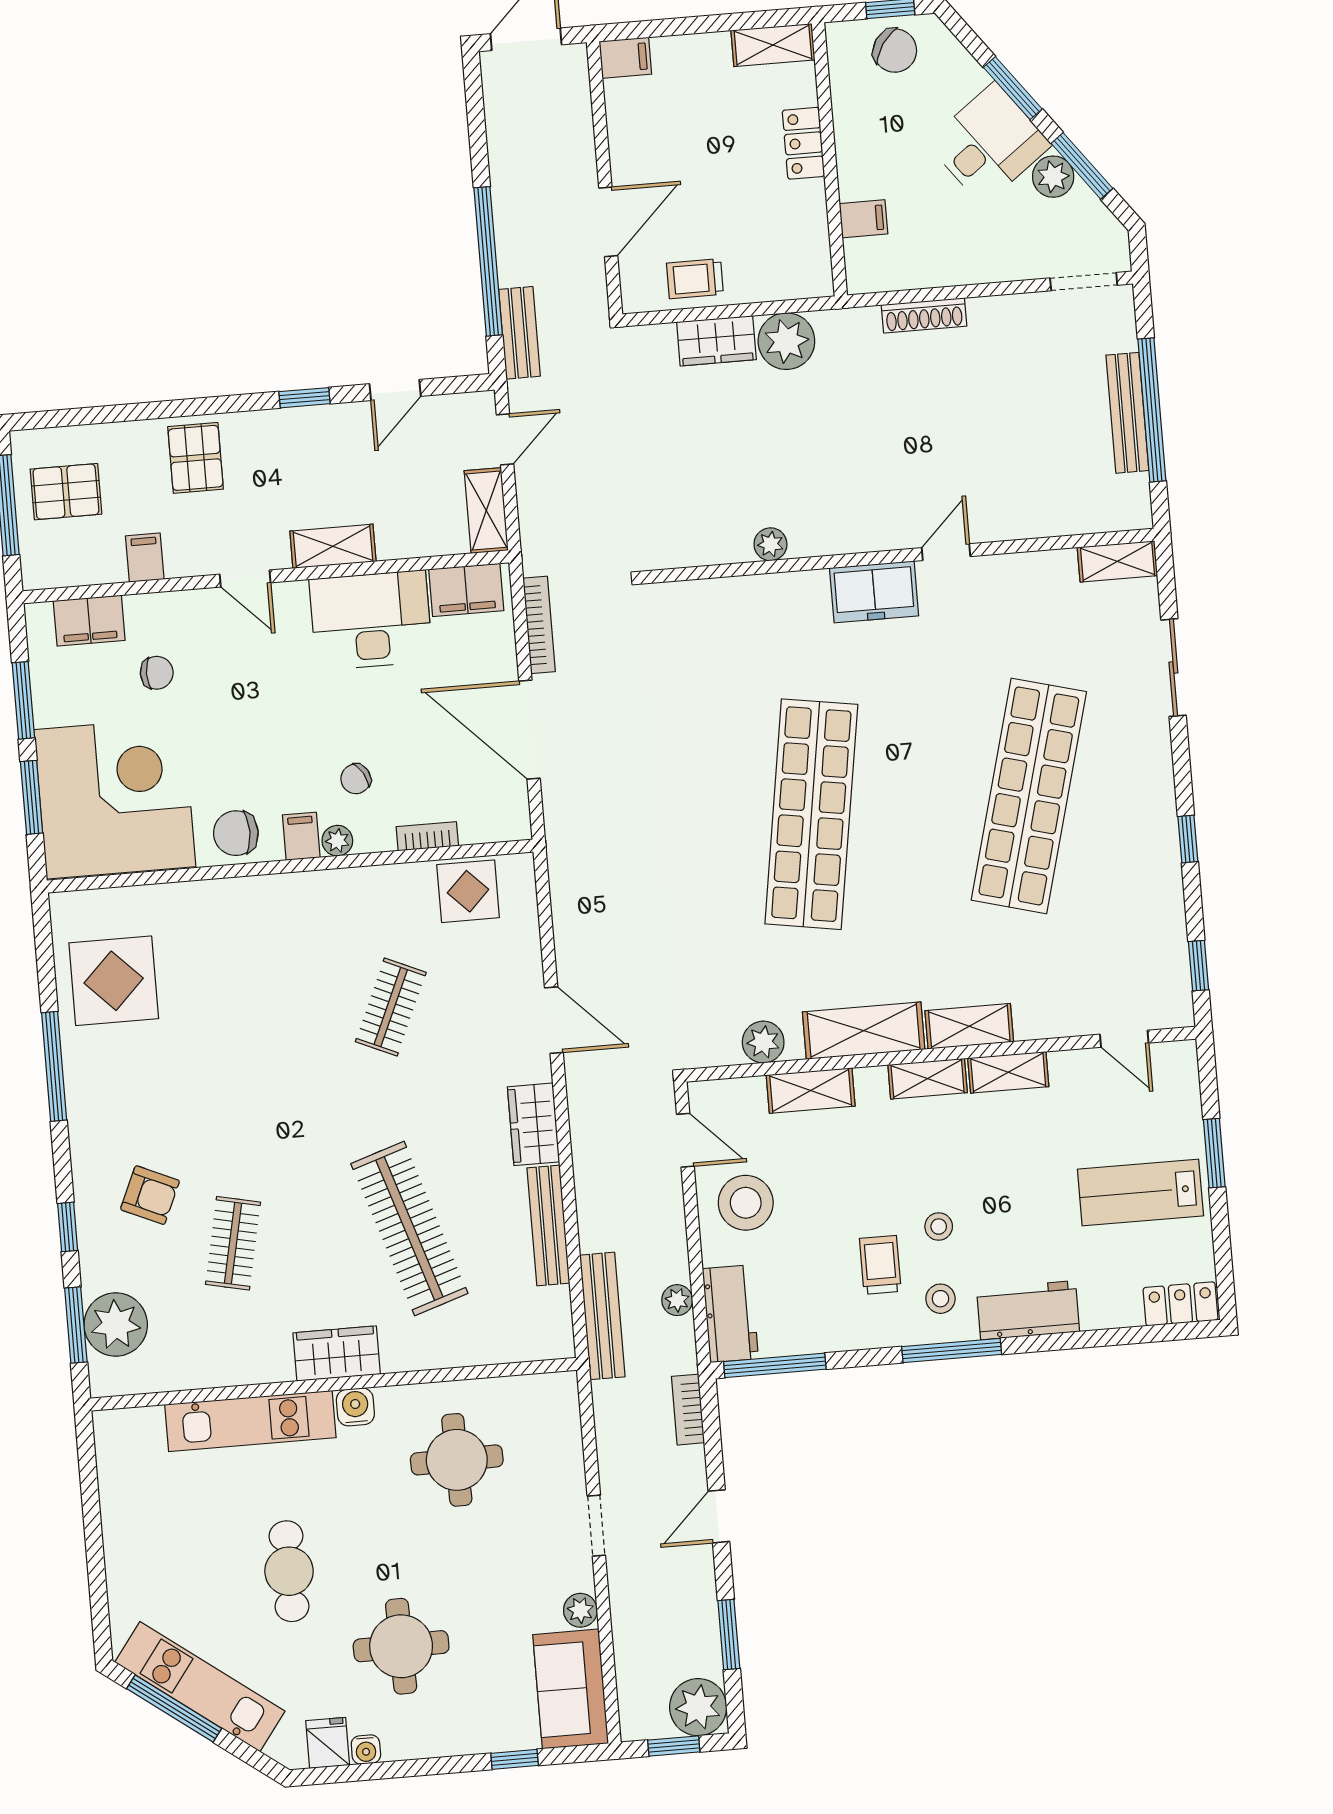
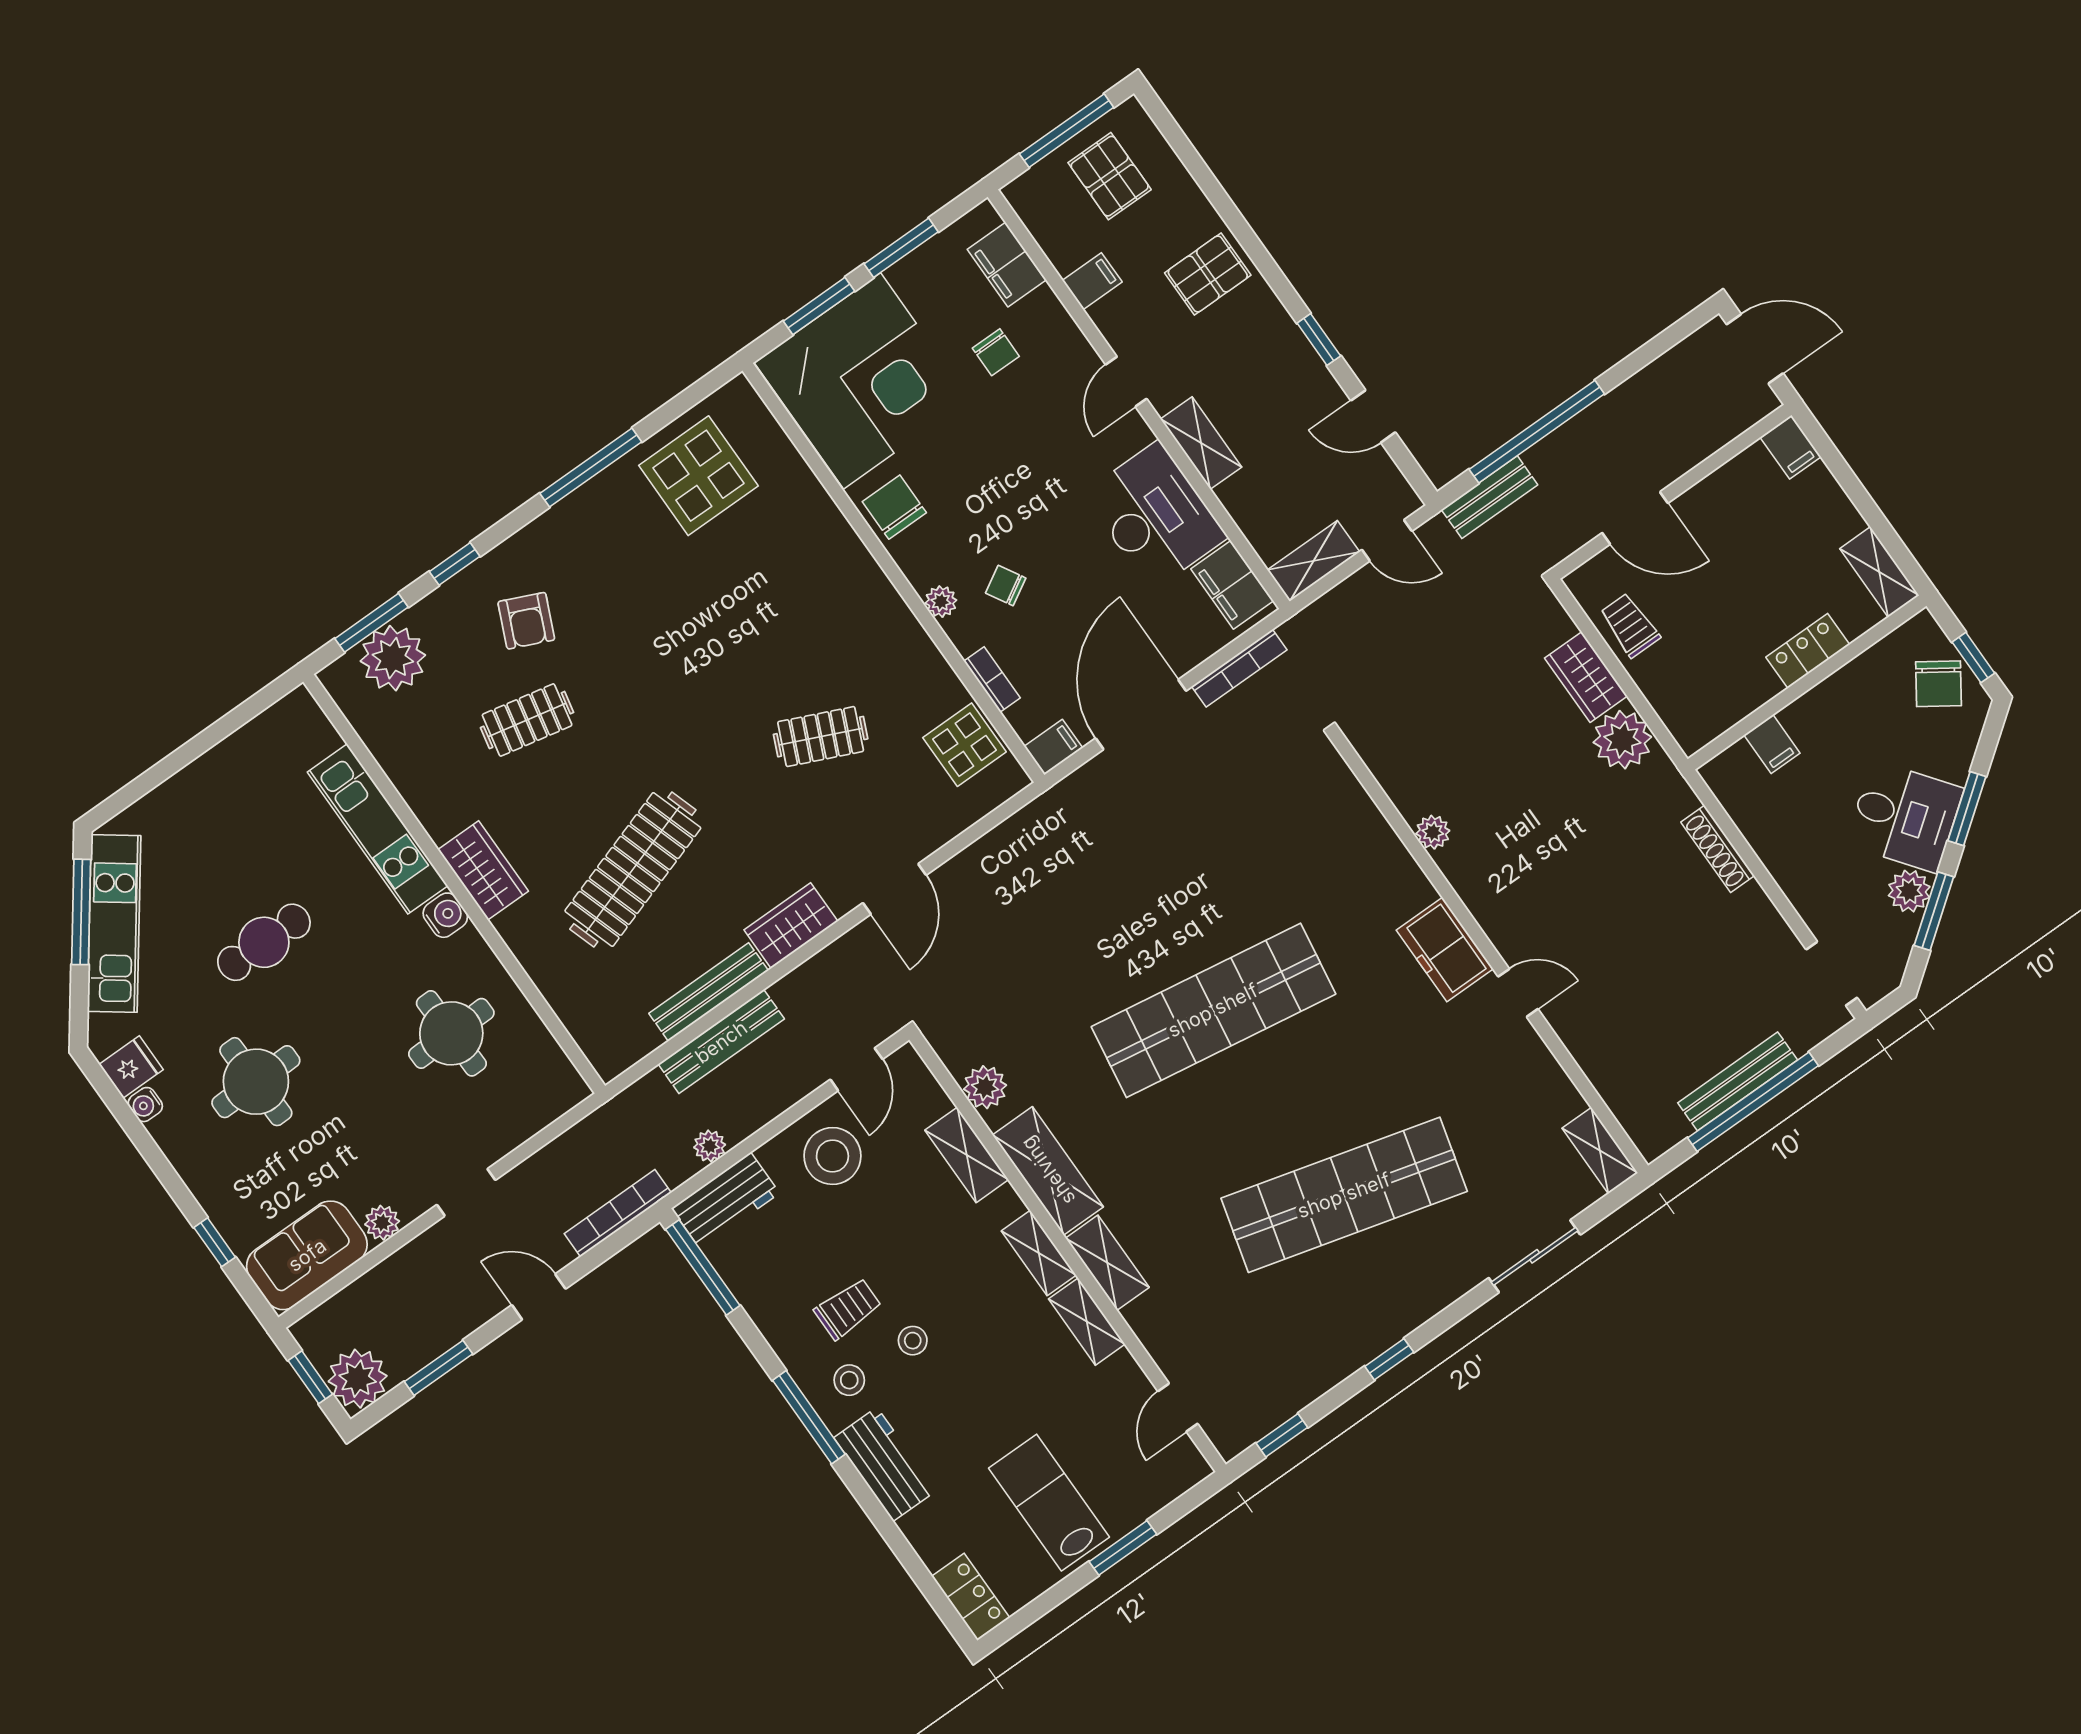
filing cabinet: (301, 836) -> (1053, 747), moved
bench: (602, 1316) -> (721, 1042), moved
bookcase: (688, 1410) -> (618, 1213), width x1.56

